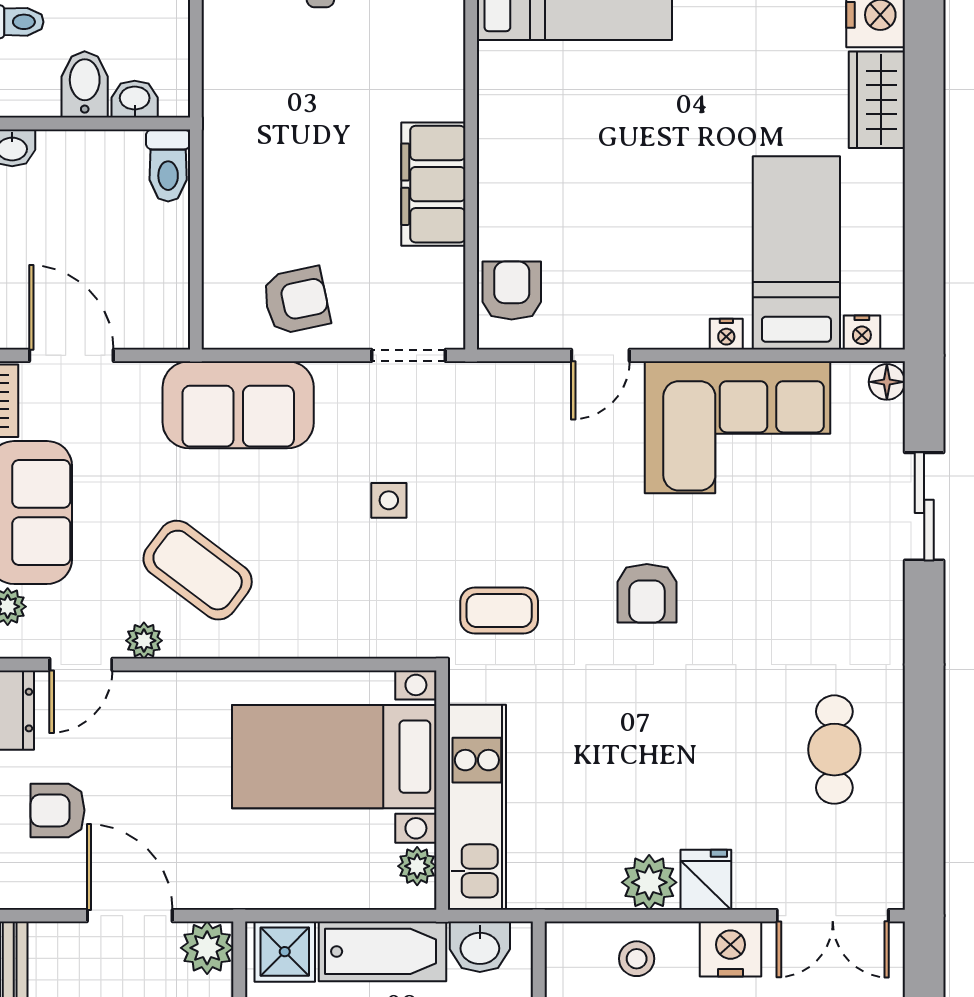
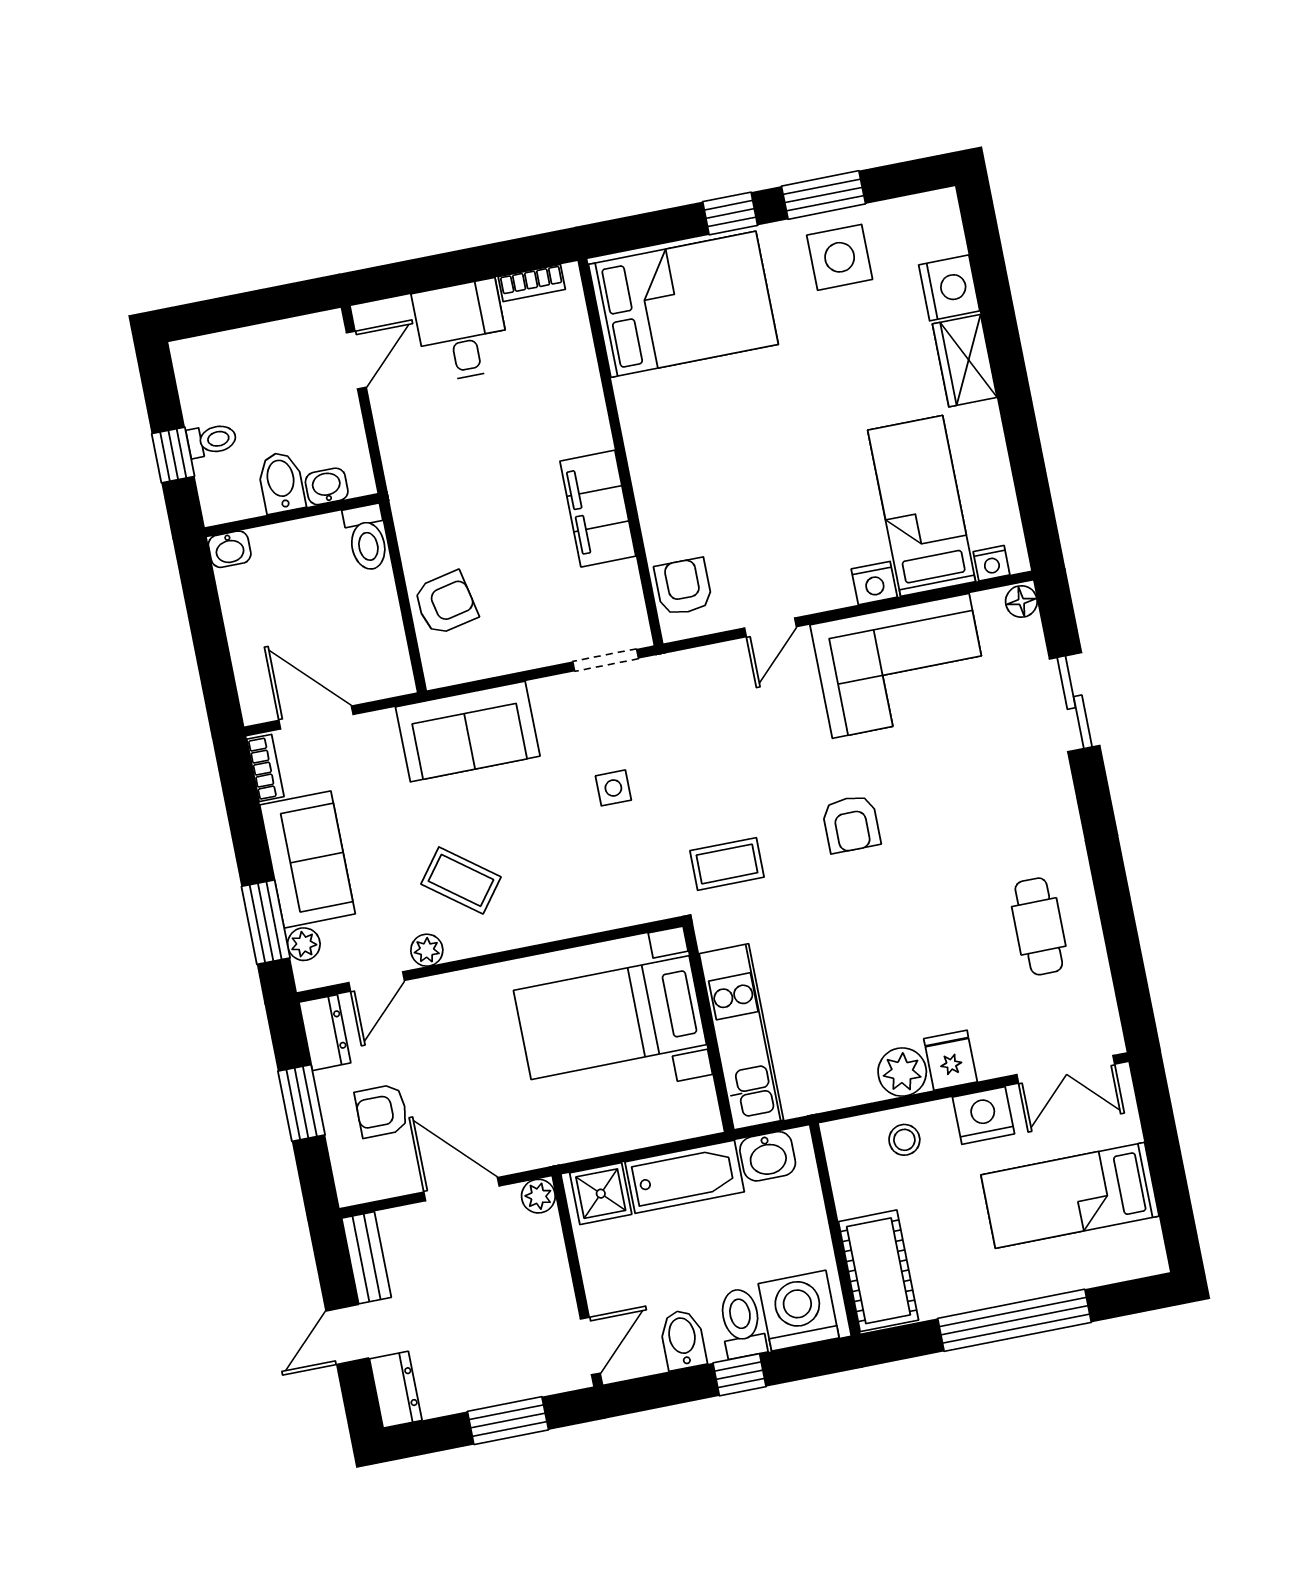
armchair: (296, 301) -> (445, 603), moved
nightstand: (726, 334) -> (874, 583), width x1.39, depth x1.35
coffee table: (198, 570) -> (461, 880), width x0.73, depth x0.77
plant: (417, 866) -> (700, 1098), removed
plant: (207, 948) -> (538, 1196), width x0.73, depth x0.73

